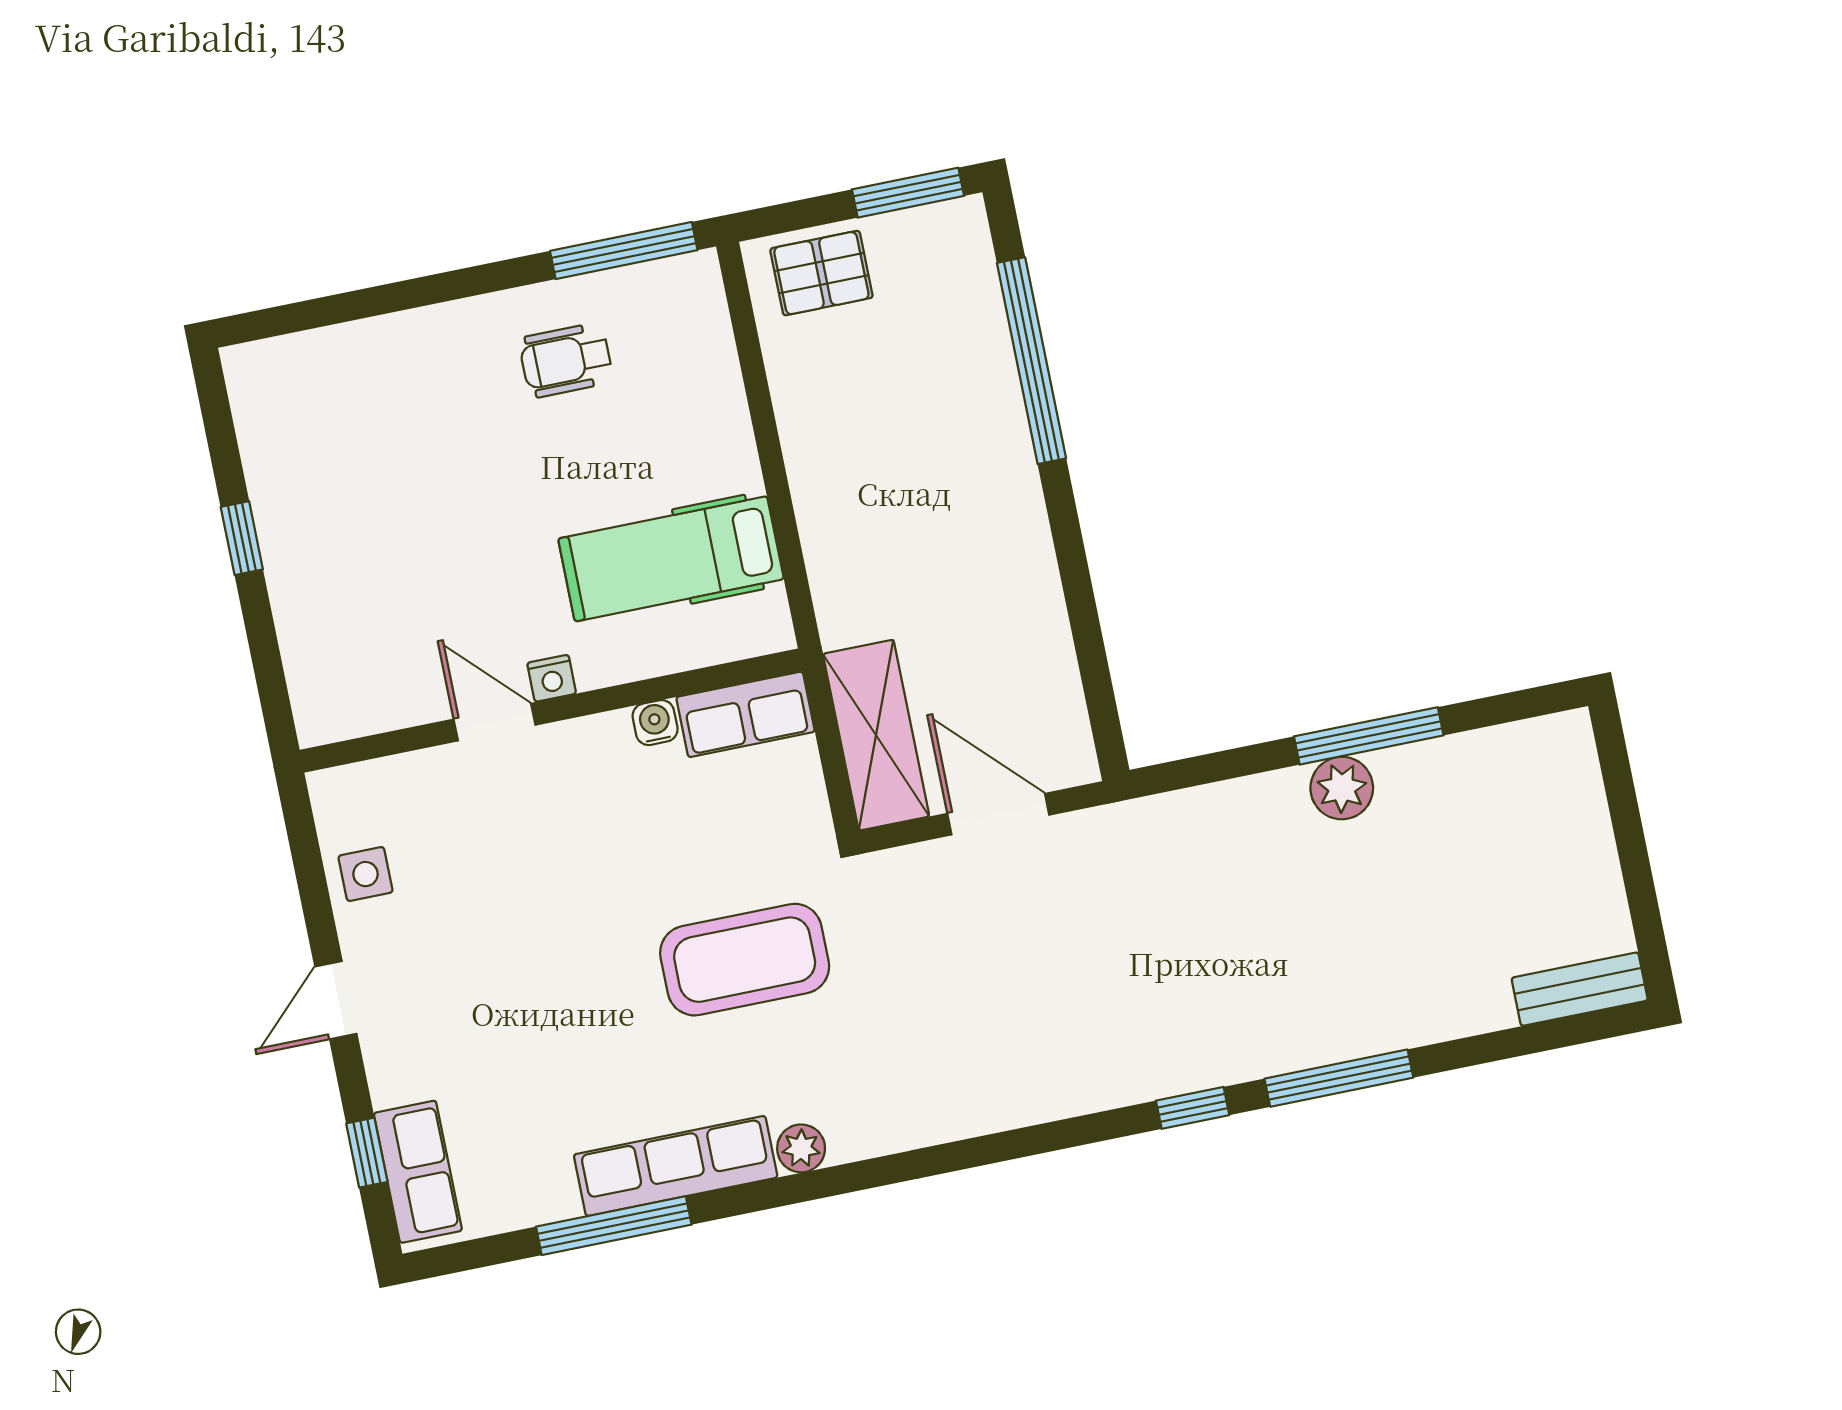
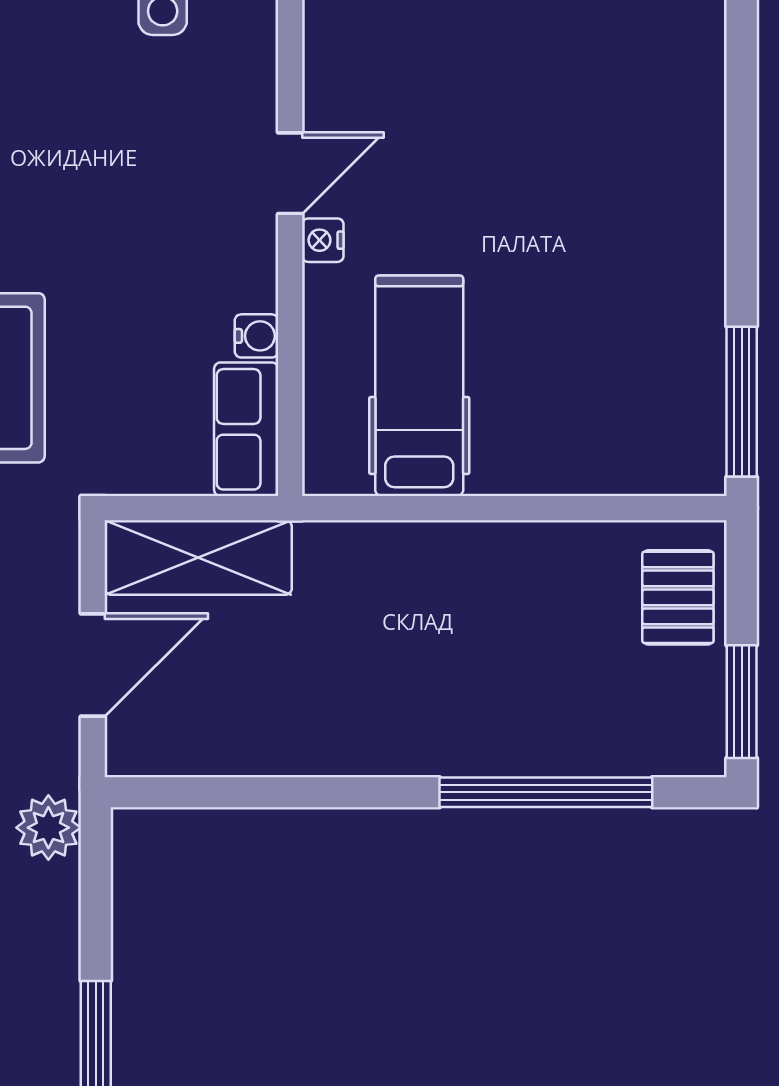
wheelchair: (566, 360) -> (642, 320), removed
plant: (1342, 788) -> (48, 828), moved

